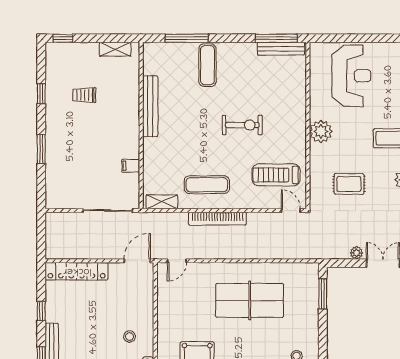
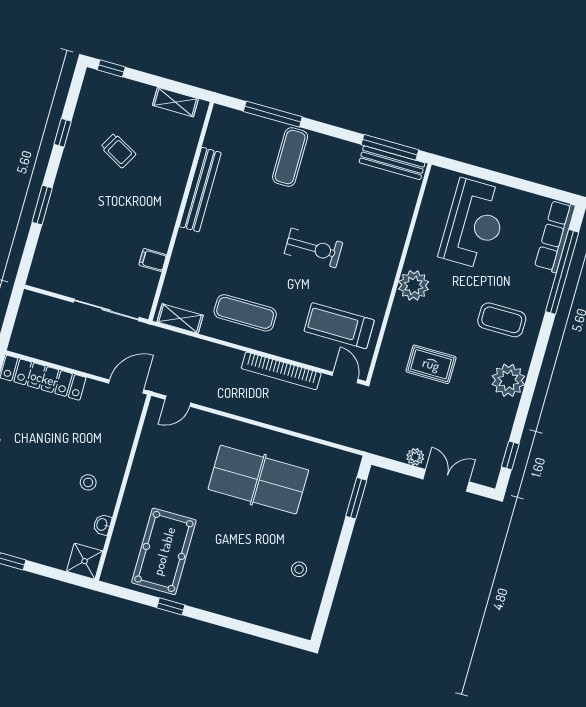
trolley: (84, 95) -> (118, 151), turned -151
bookcase: (217, 219) -> (281, 371), moved

